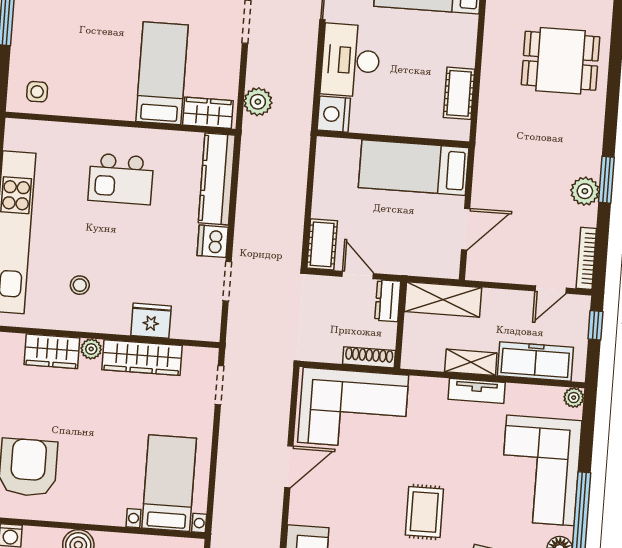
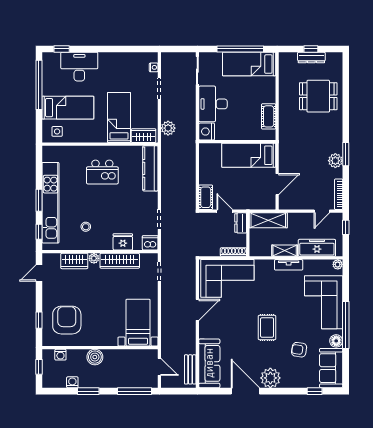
bed: (62, 46) -> (68, 108), added
dishwasher: (213, 241) -> (150, 243), moved, turned 90

